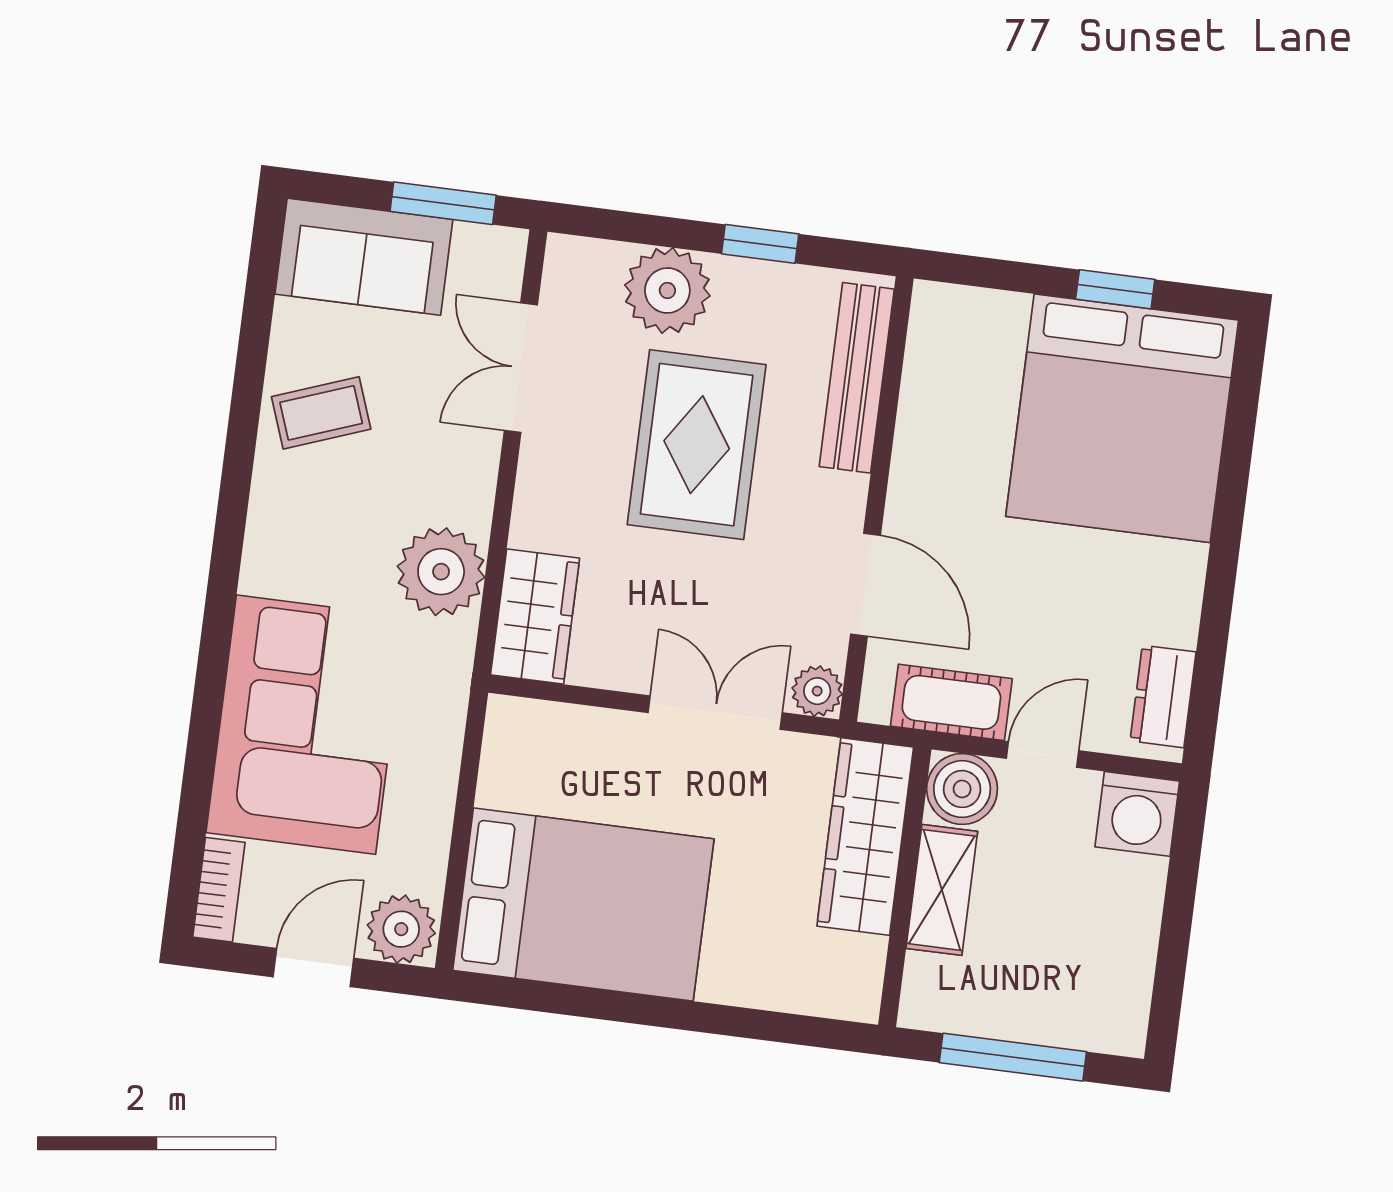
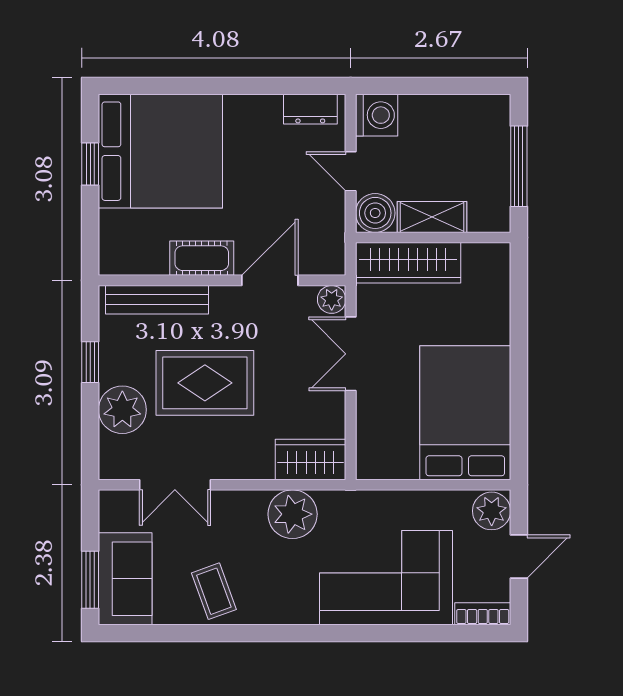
window: (443, 203) -> (90, 580), moved
cot: (951, 702) -> (202, 258), moved, turned 90
door: (313, 968) -> (519, 556), swing flipped

